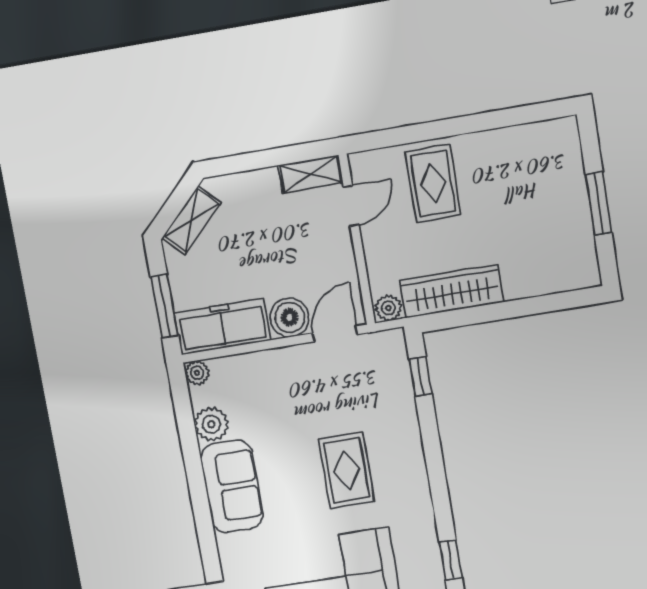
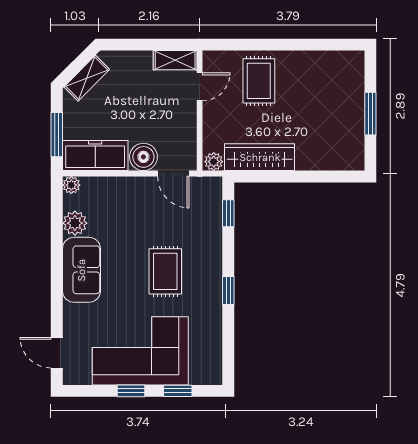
door: (335, 334) -> (173, 174), swing flipped
window: (451, 560) -> (228, 290), moved

